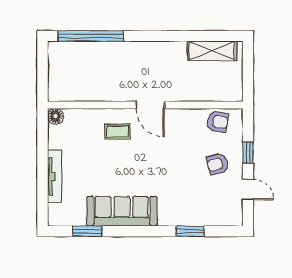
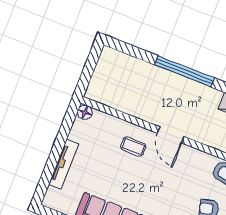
window: (91, 36) -> (185, 71), moved

